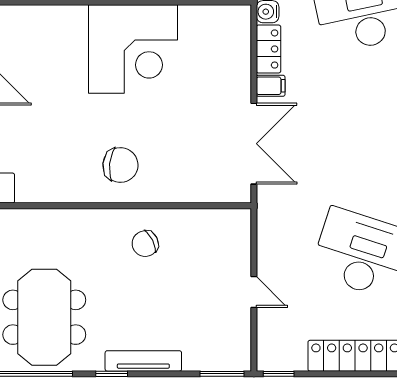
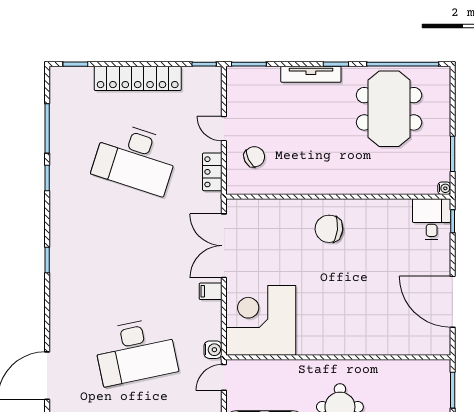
corner desk: (133, 49) -> (261, 320), moved
locker: (269, 49) -> (212, 172), moved
chair: (145, 244) -> (254, 157), moved

